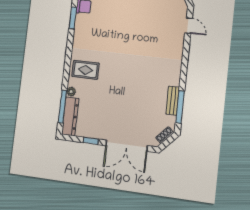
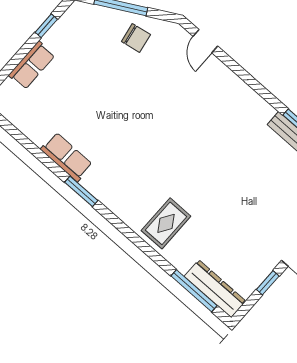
door: (189, 26) -> (205, 41), swing flipped
plant: (71, 92) -> (182, 264), removed

